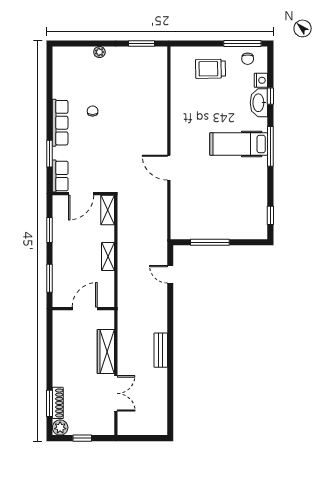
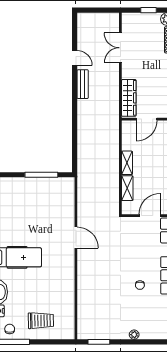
shelving: (108, 210) -> (127, 188), moved
door: (170, 274) -> (75, 58), moved
wardrobe: (106, 352) -> (129, 98), moved

